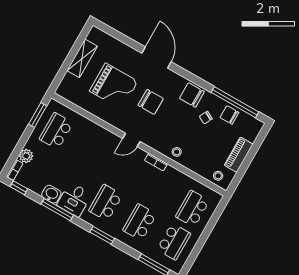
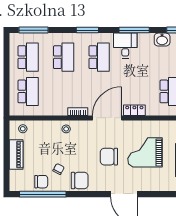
locker: (101, 132) -> (134, 110), added
door: (131, 140) -> (107, 118), width x1.88
washbasin: (51, 194) -> (162, 40), moved
school desk: (174, 242) -> (28, 57), turned 180

